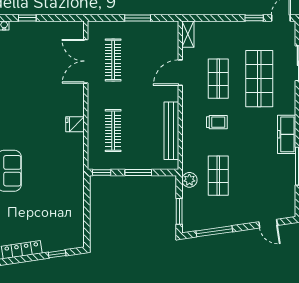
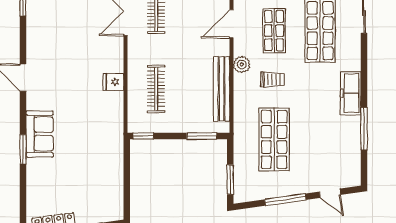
window: (138, 173) -> (202, 136), moved
shop shelf: (218, 176) -> (274, 139), width x1.43, depth x1.36
plant: (189, 180) -> (242, 64), moved
window: (214, 231) -> (285, 200), moved

